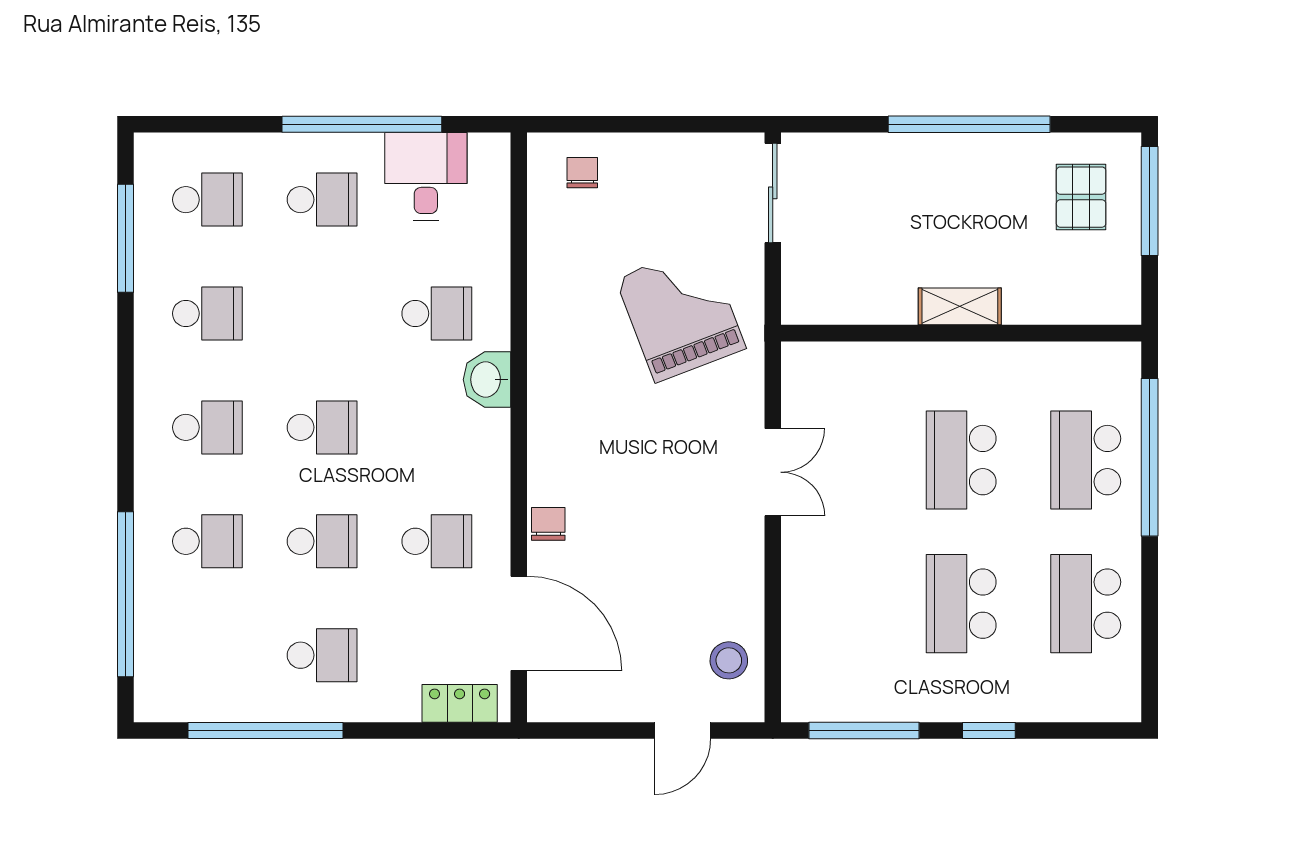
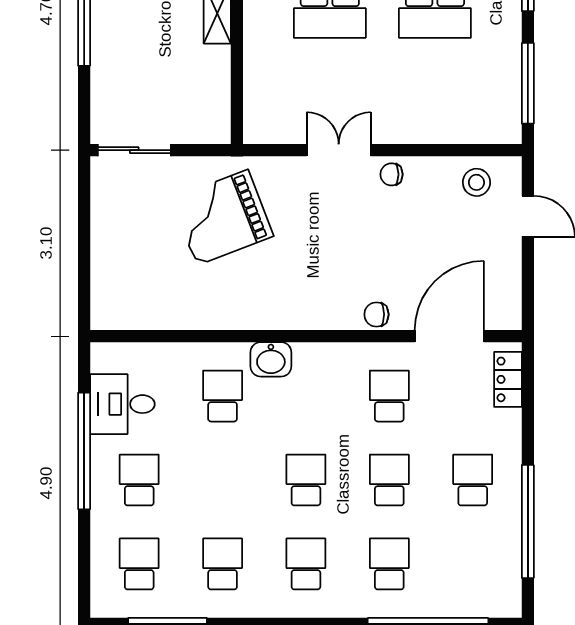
chair: (582, 173) -> (391, 174), moved

